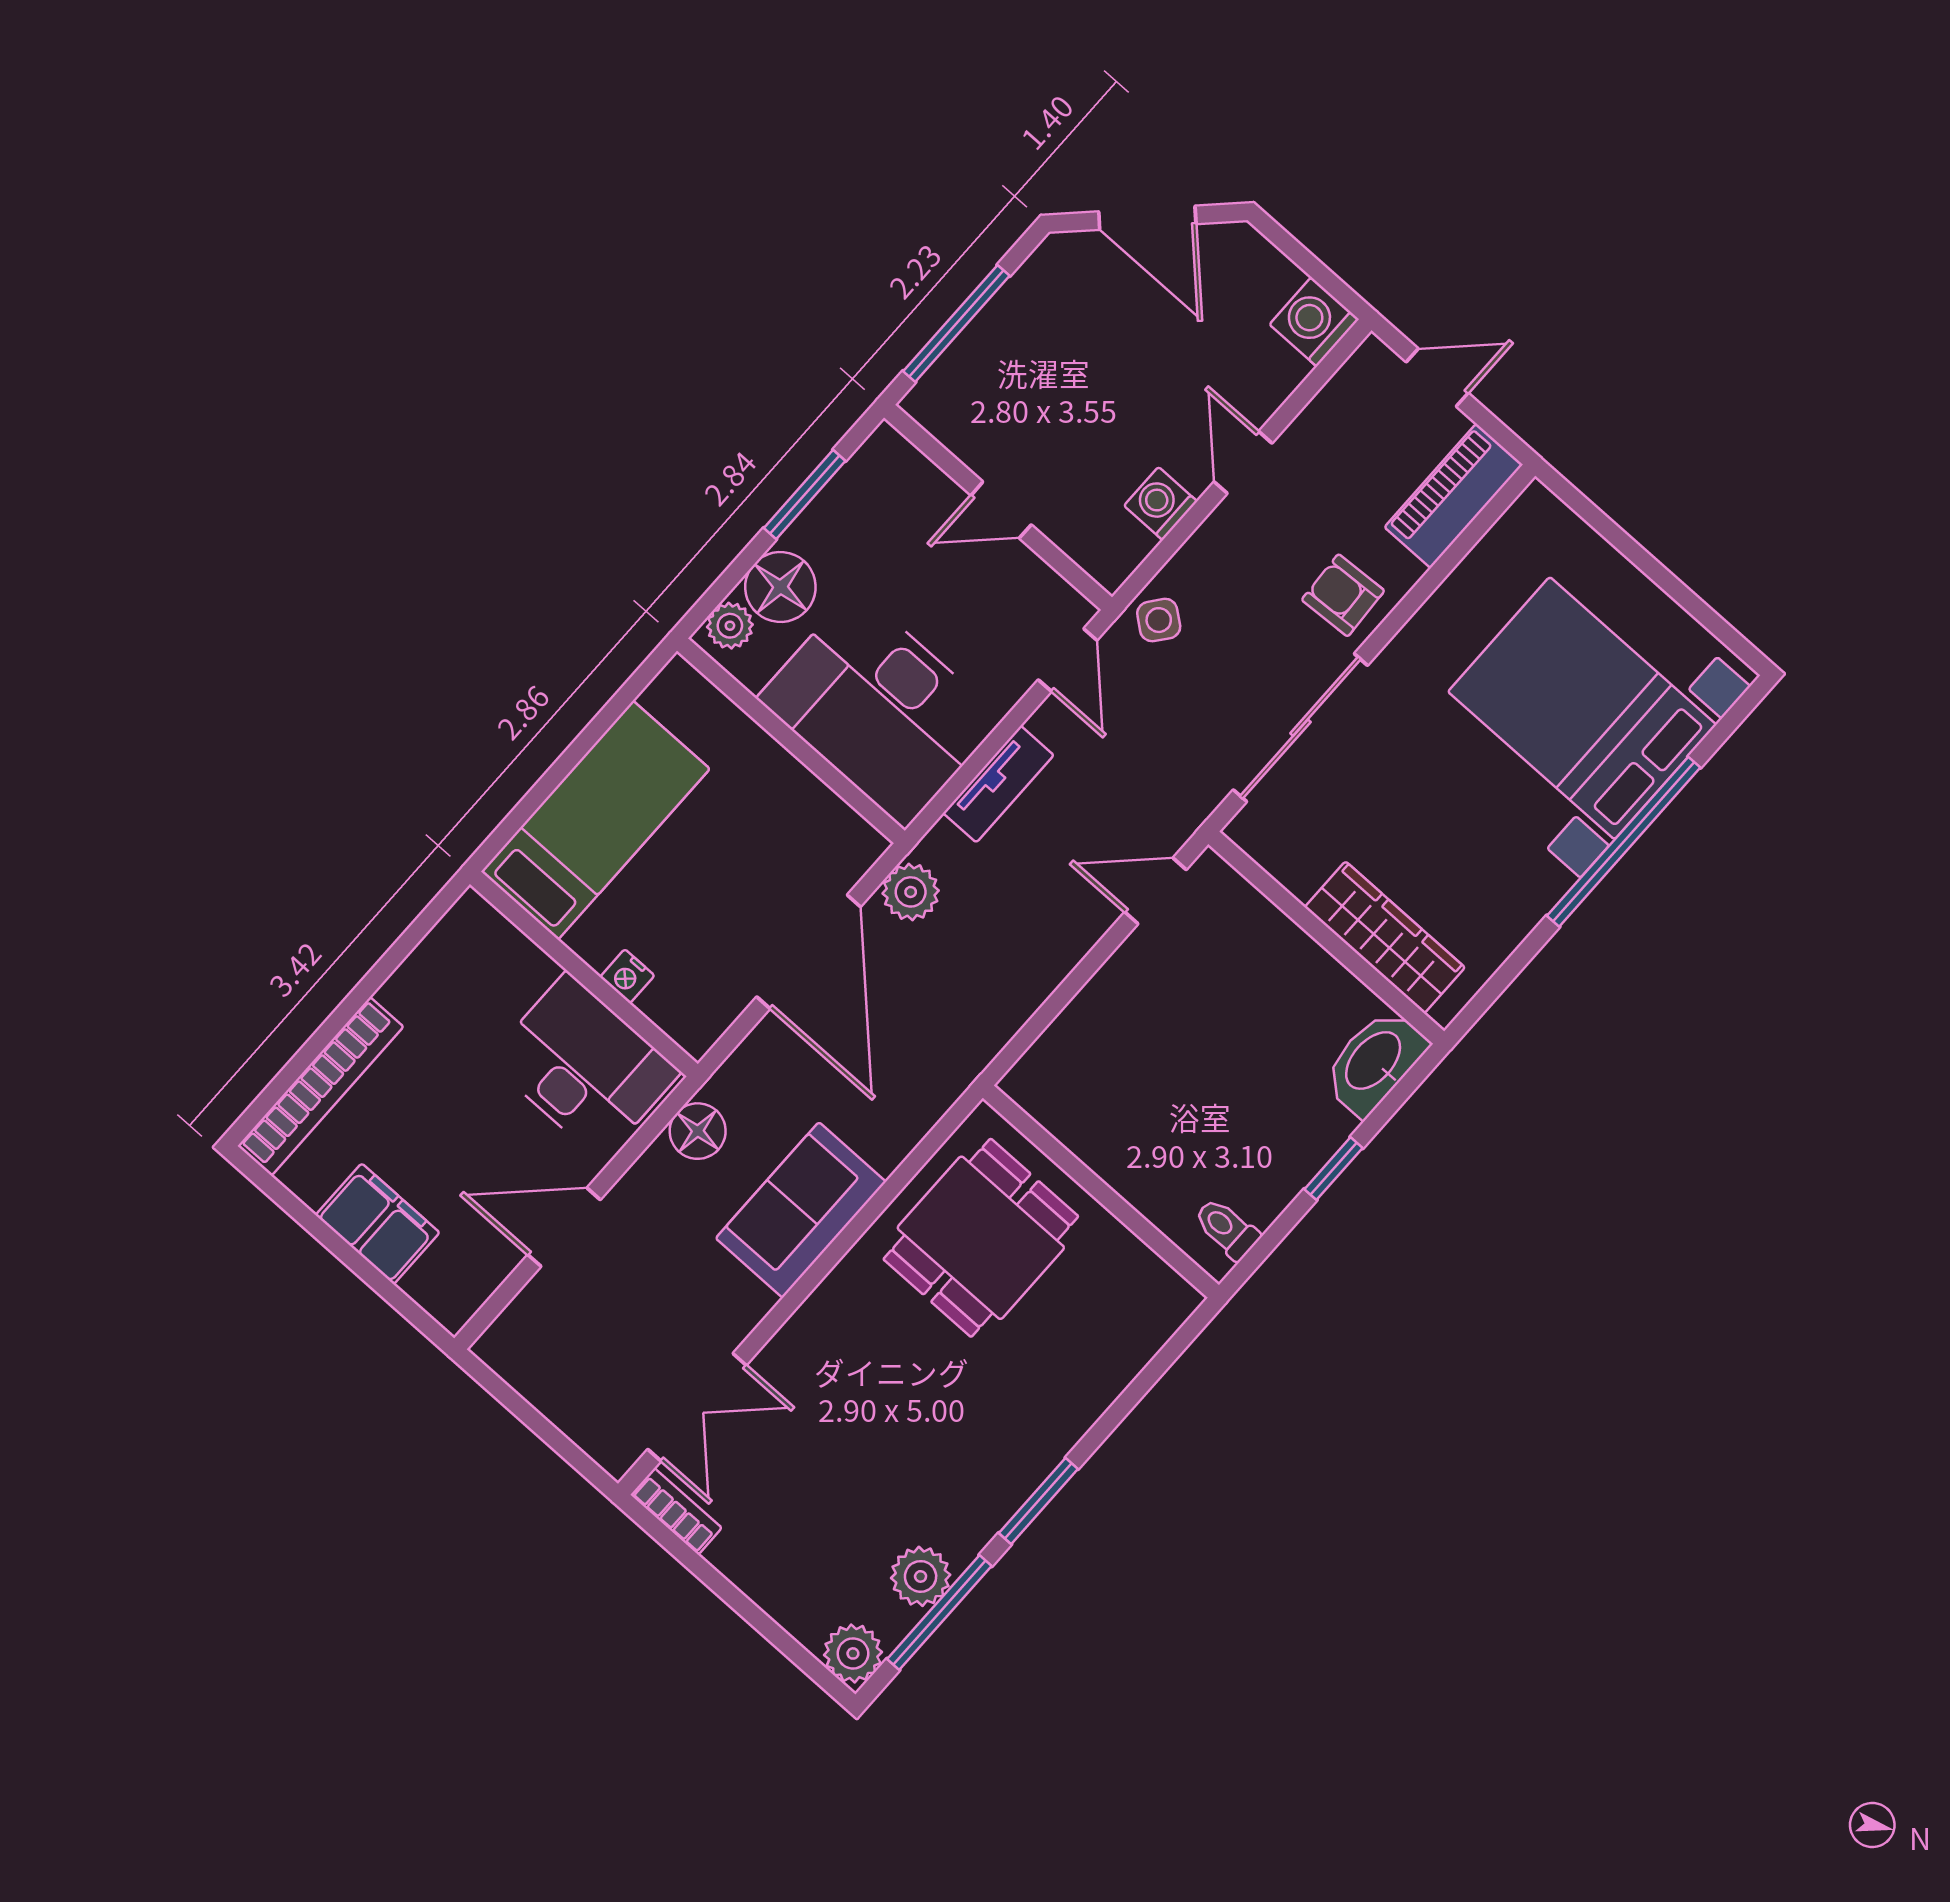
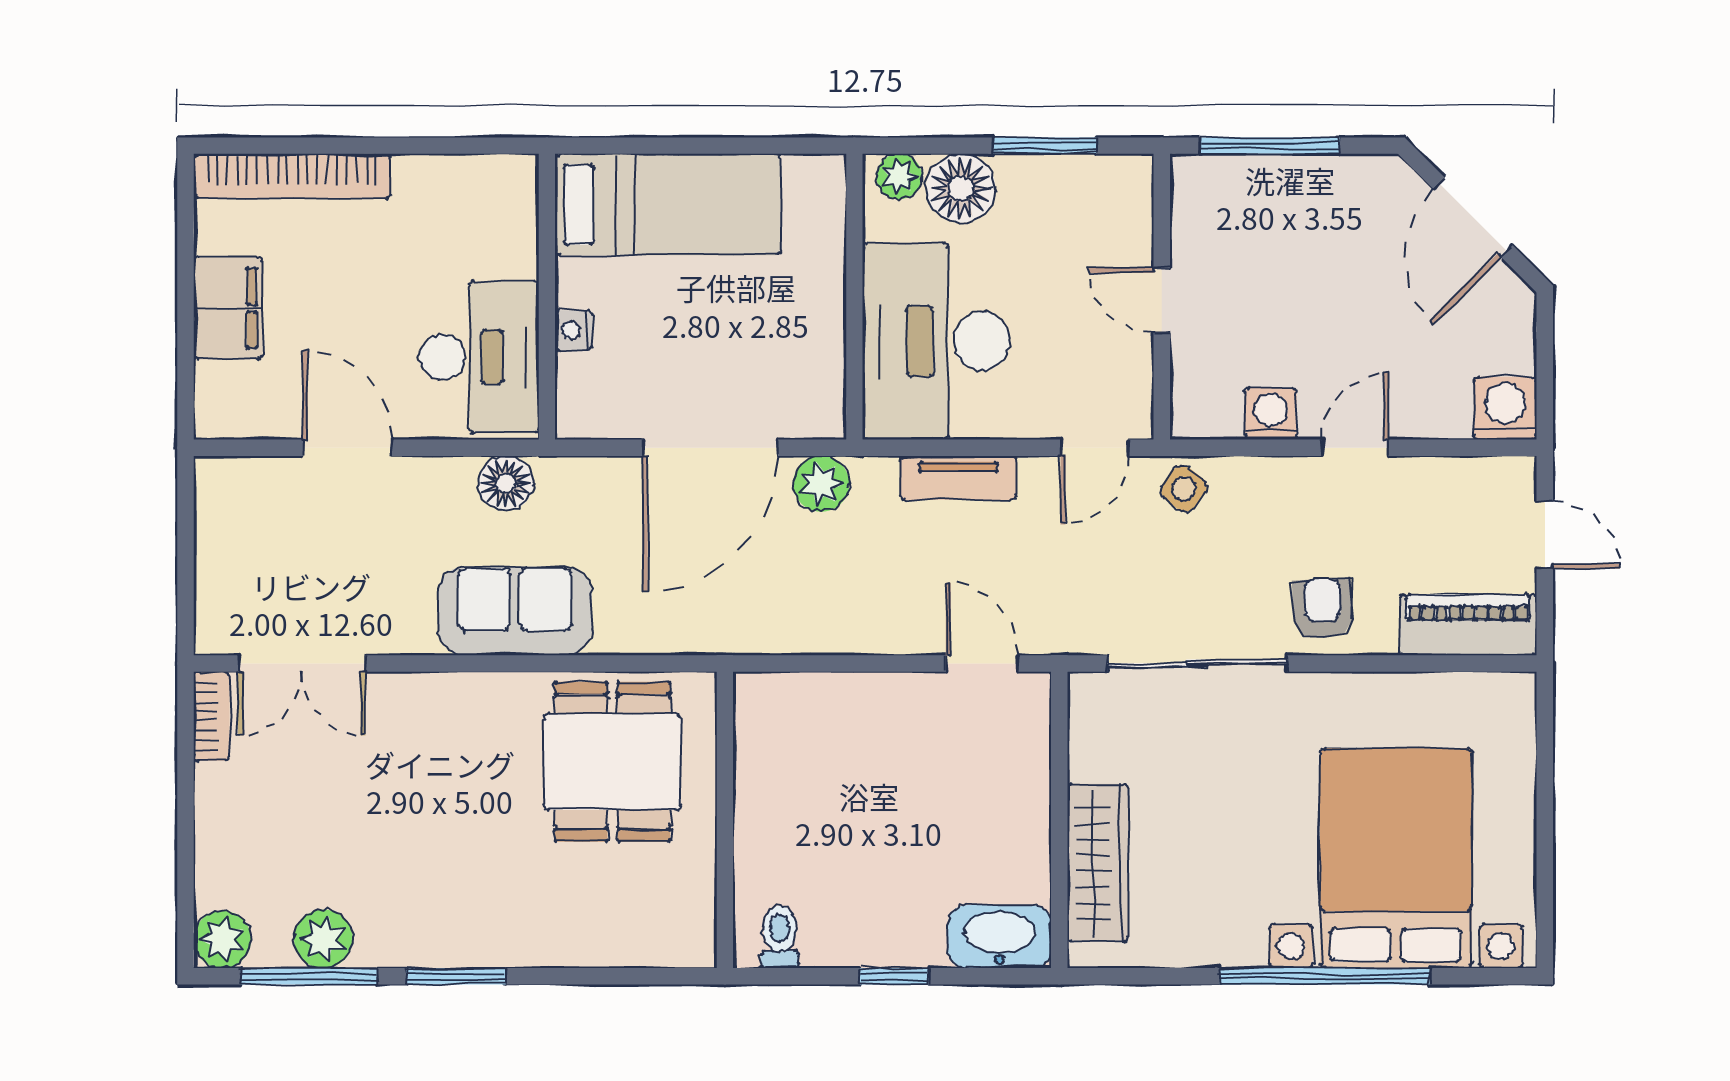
dining table: (981, 1238) -> (612, 762), turned 90

